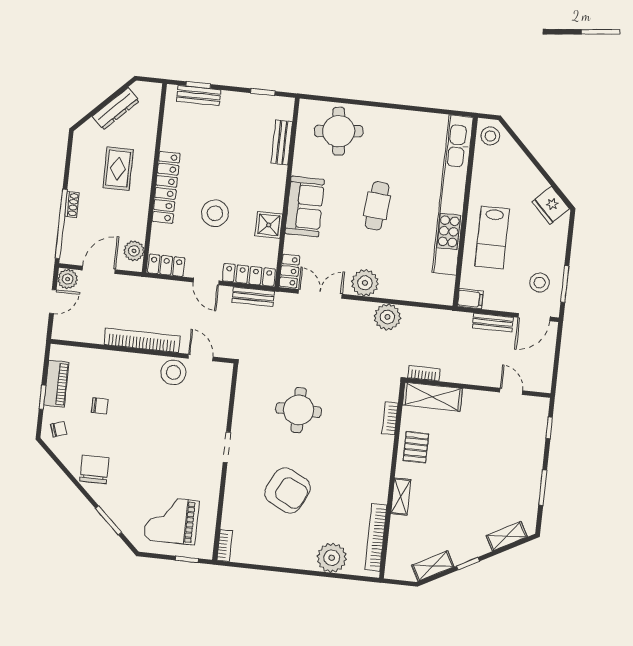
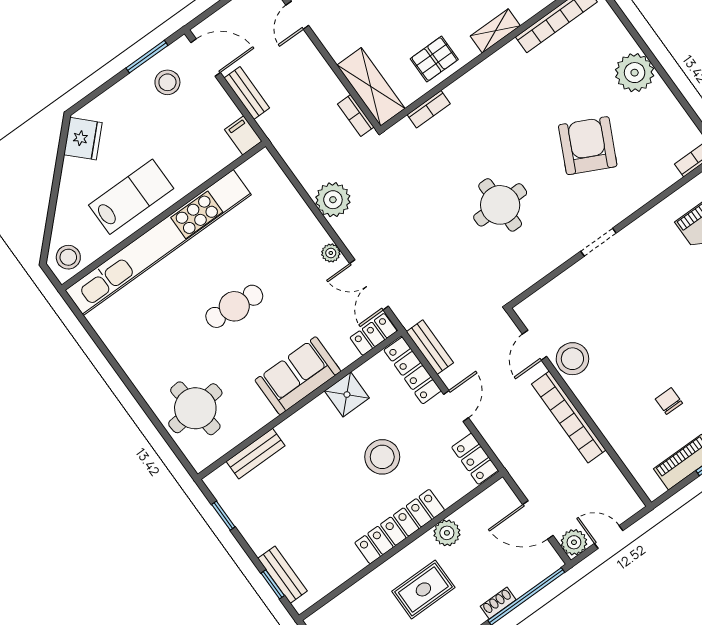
lab bench: (492, 238) -> (131, 197), moved
plant: (134, 251) -> (447, 533), moved
plant: (365, 283) -> (331, 253), width x0.53, depth x0.53
plant: (332, 558) -> (635, 73), moved

